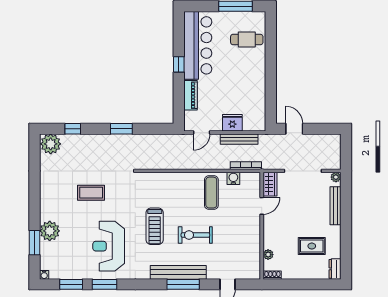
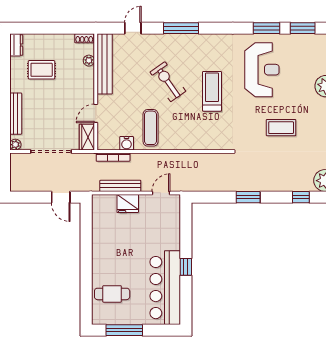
piano: (191, 95) -> (173, 233), removed
exercise bike: (195, 235) -> (168, 82), turned -125
bench: (178, 272) -> (105, 64), moved, turned 90

